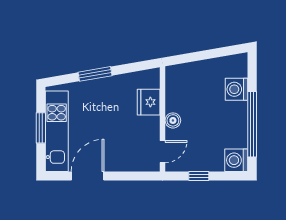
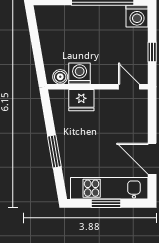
washing machine: (236, 89) -> (80, 73), moved, turned 180
boiler: (173, 120) -> (60, 77), moved

